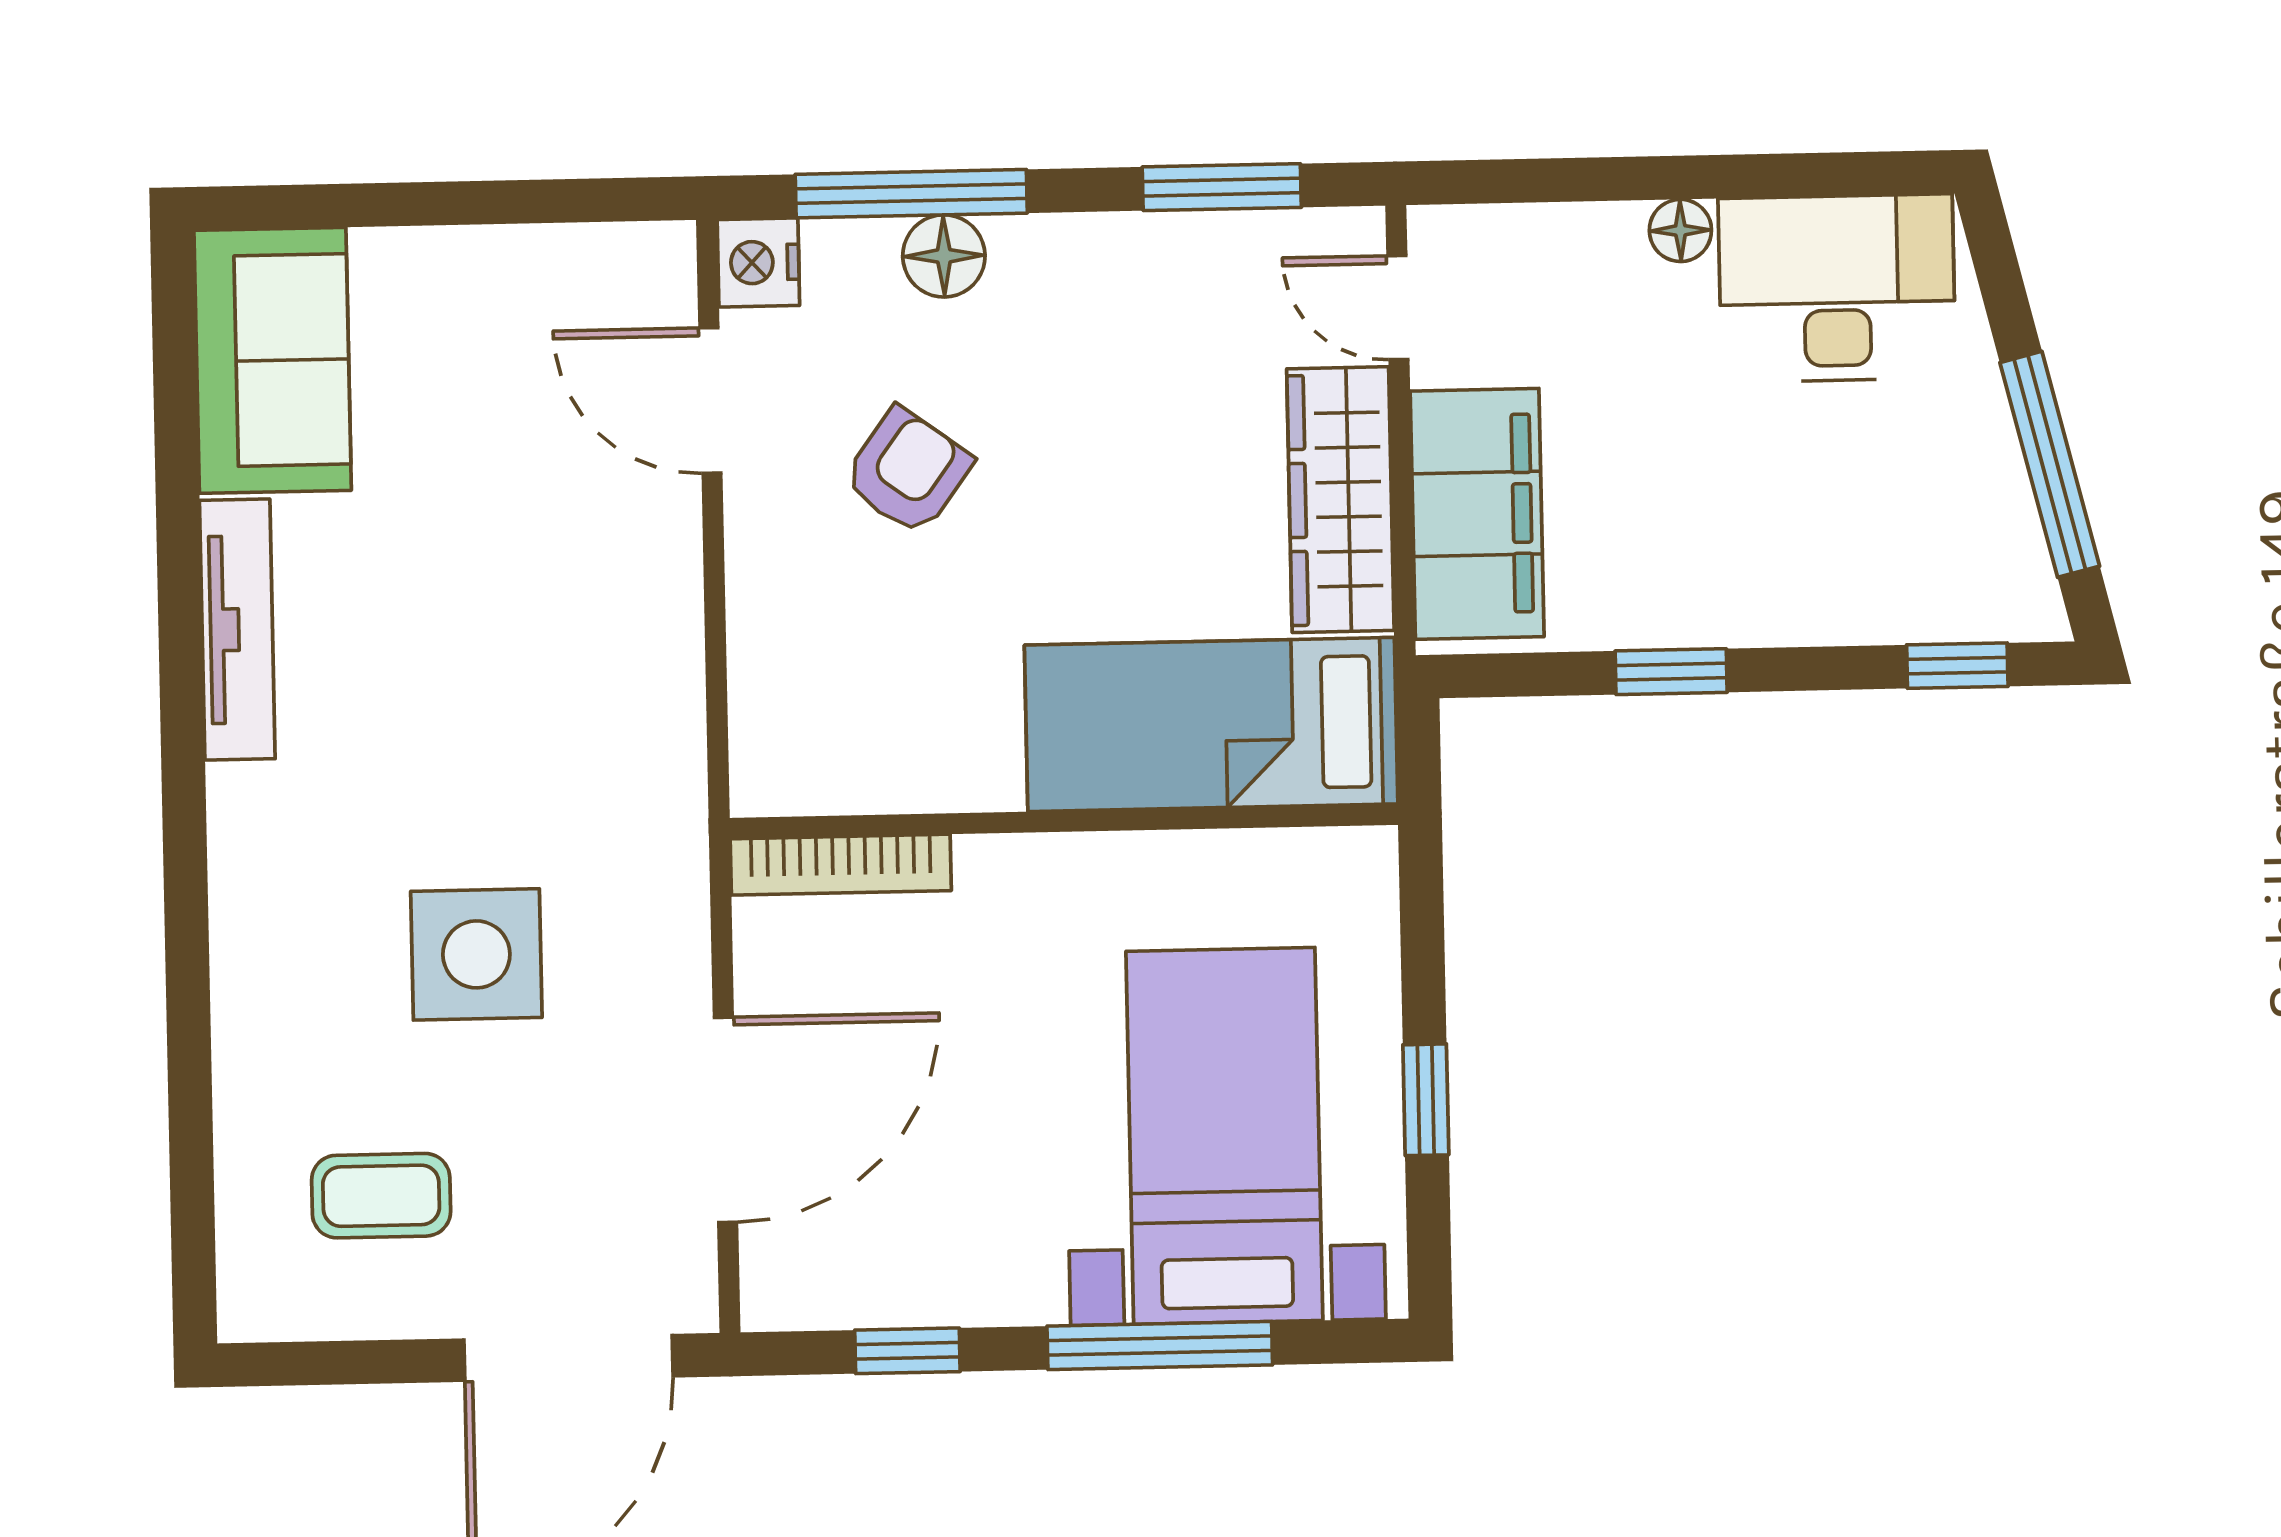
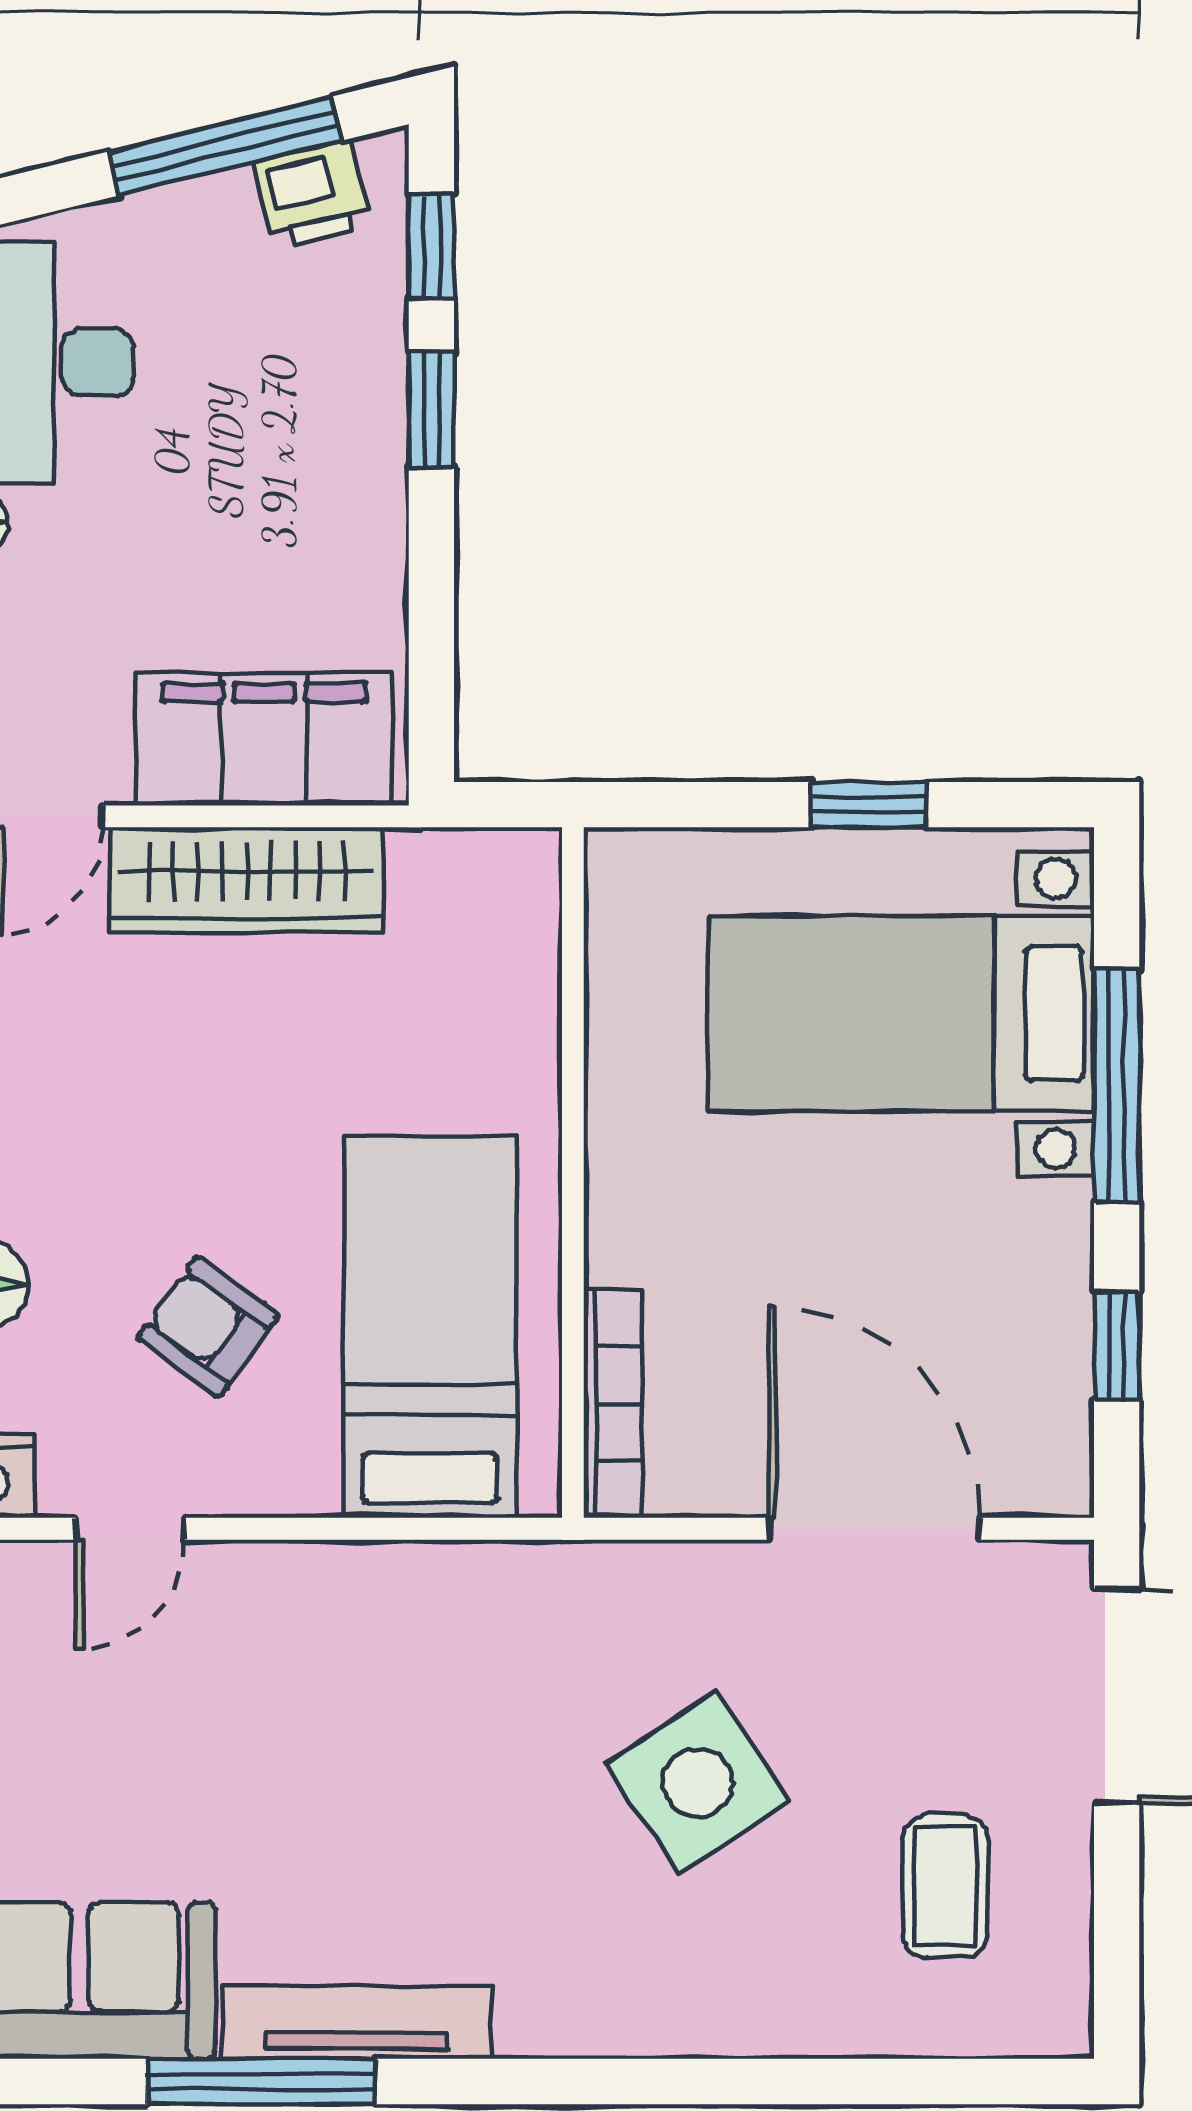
door: (710, 400) -> (130, 1529), width x0.73
window: (178, 538) -> (261, 2082), added
printer: (2005, 550) -> (313, 194), added
window: (1671, 672) -> (431, 409), moved
bed: (1211, 725) -> (430, 1327), moved, turned 180
side table: (476, 954) -> (698, 1783), turned -34

